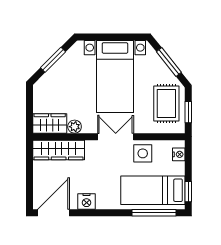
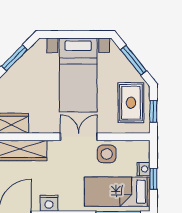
plant: (75, 127) -> (37, 126), removed
nightstand: (179, 154) -> (144, 169), moved
window: (188, 192) -> (153, 179), moved

